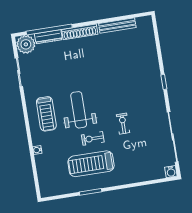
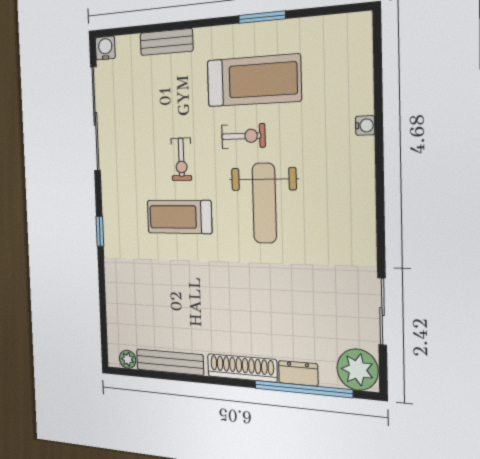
plant: (141, 21) -> (128, 359), added
dresser: (48, 37) -> (298, 373), width x0.70
treadmill: (46, 114) -> (179, 217), moved, turned -90
bench: (137, 177) -> (166, 42), added

